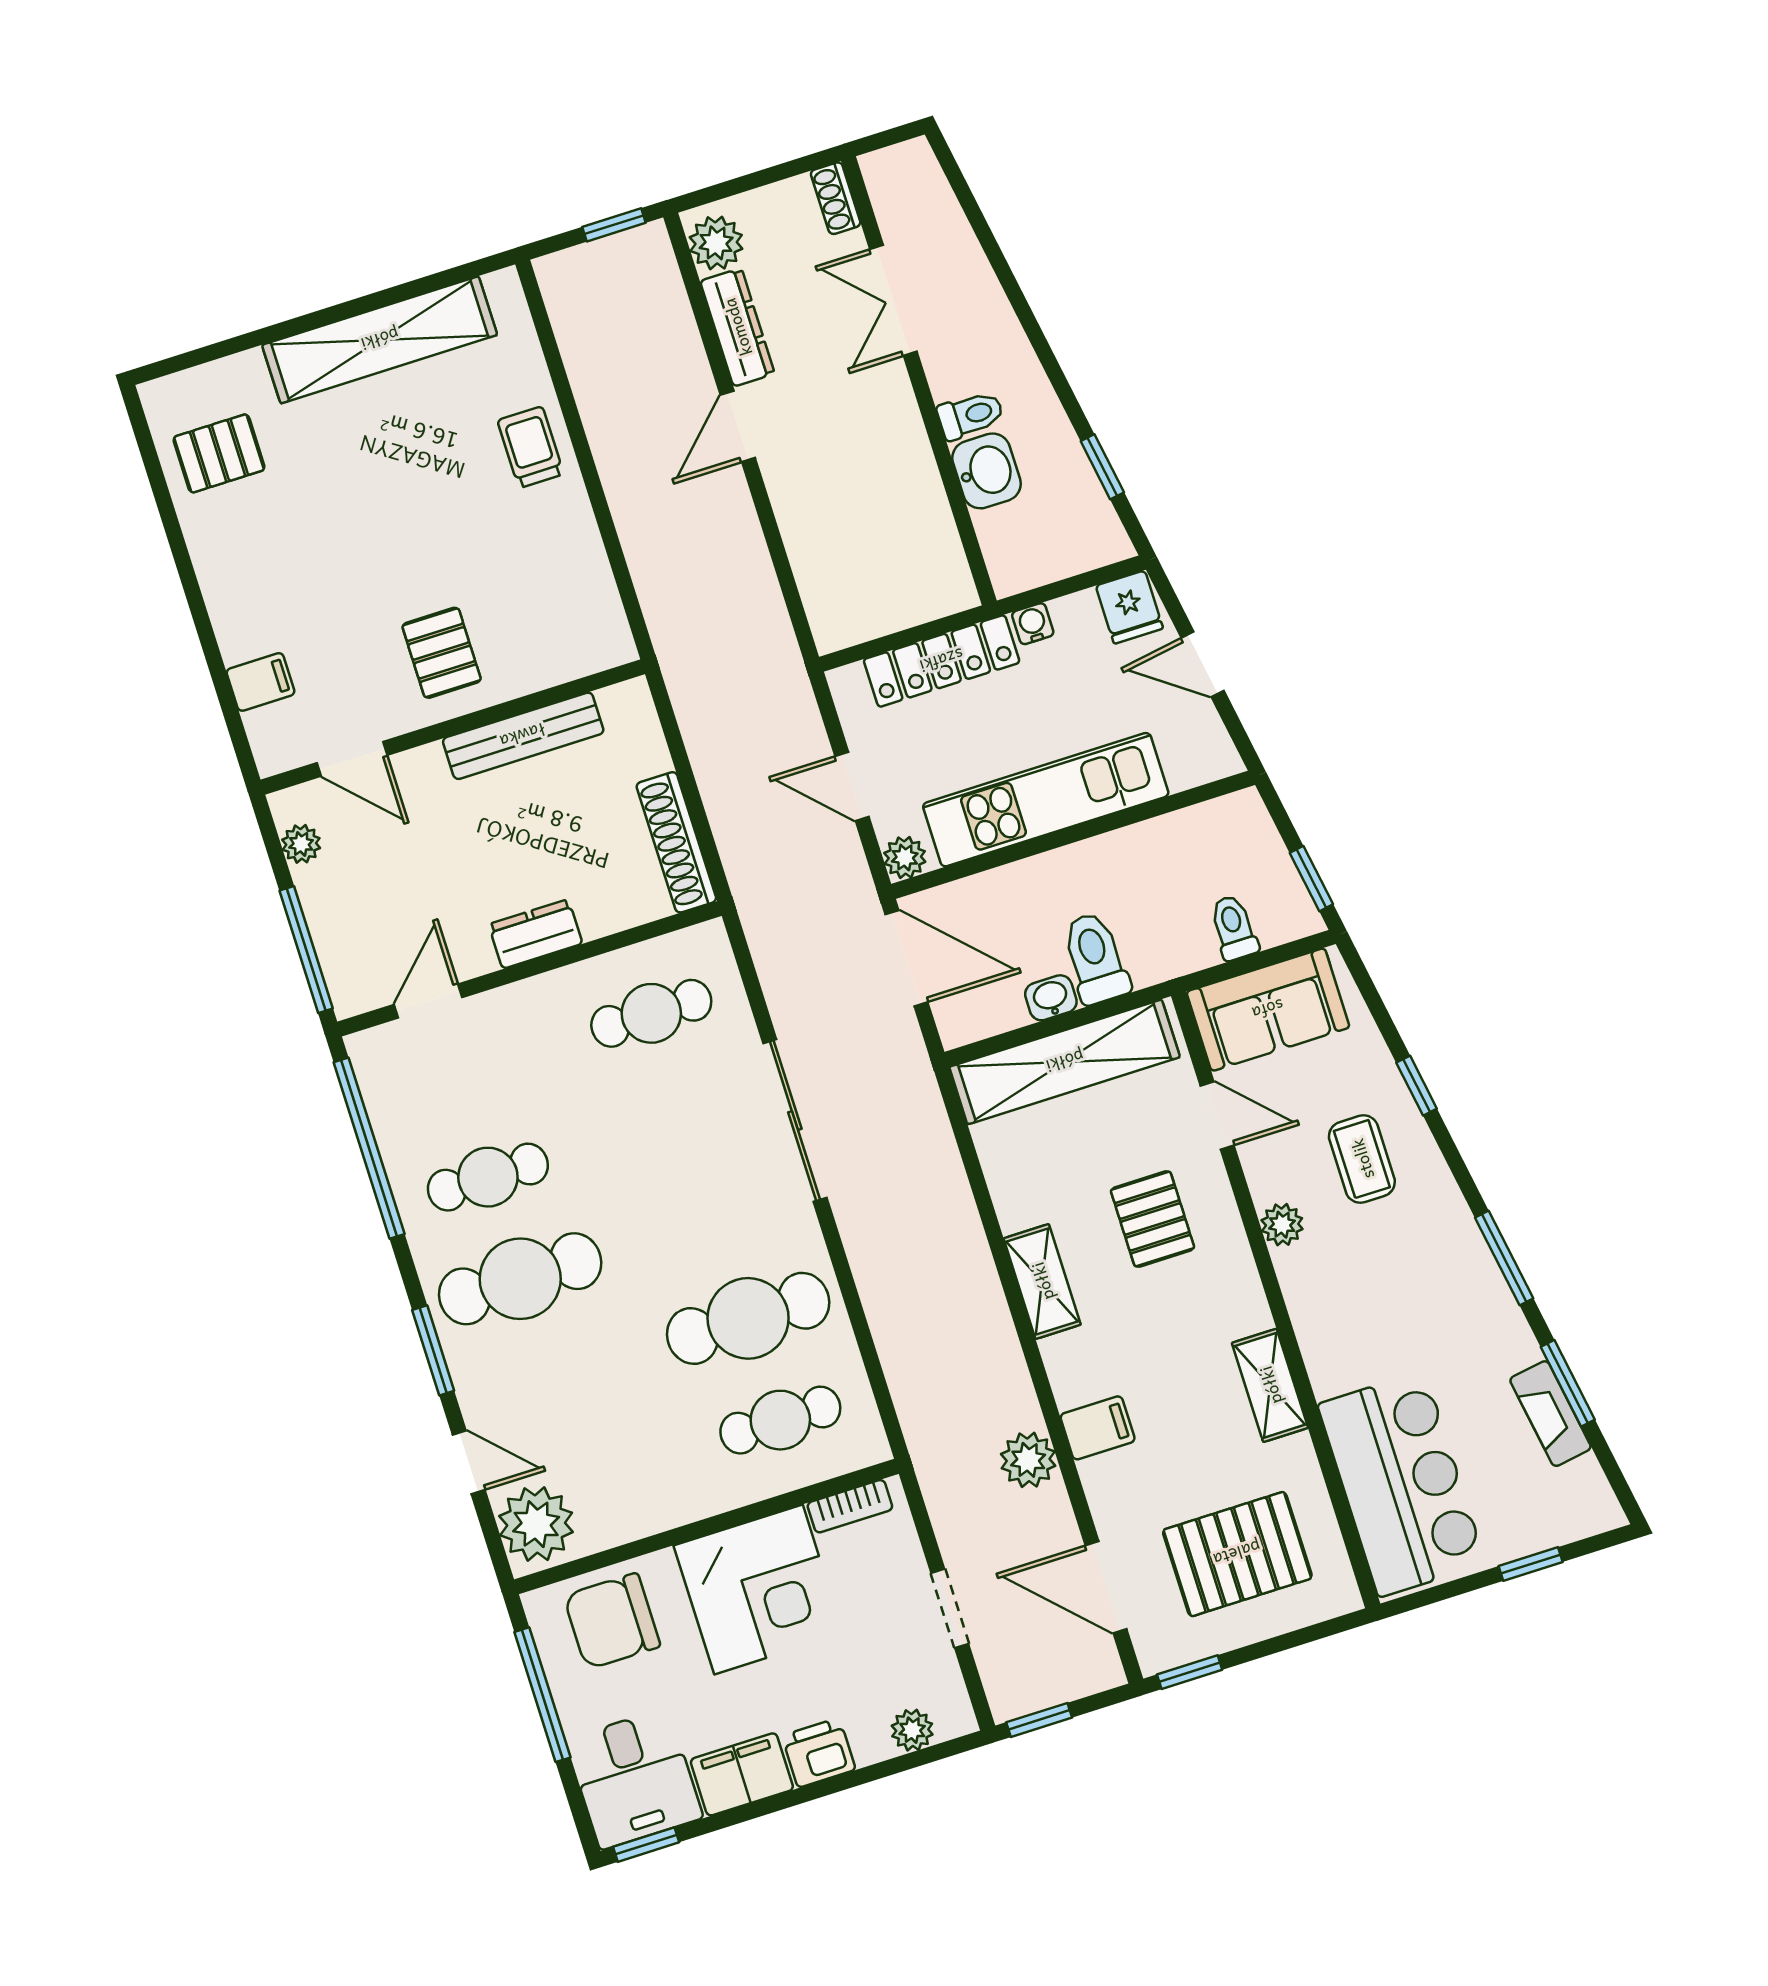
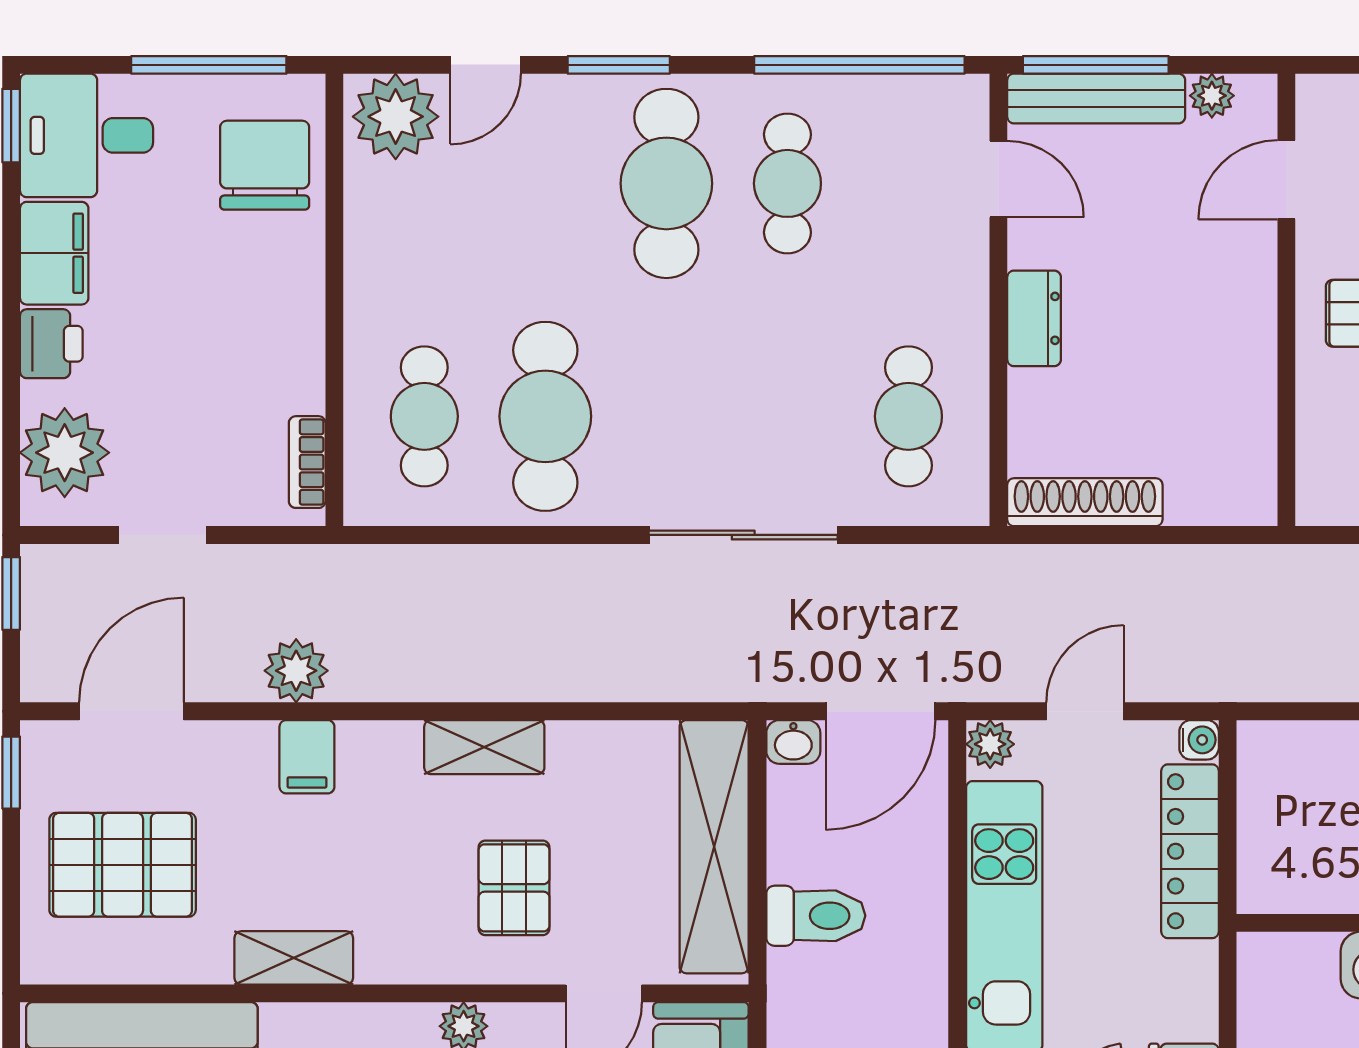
water cooler: (1033, 624) -> (1199, 740), moved
bench: (523, 736) -> (1096, 99), moved, turned 90
washbasin: (1051, 998) -> (793, 742), moved, turned 90
pallet: (1152, 1219) -> (514, 888), turned 90
pallet: (1237, 1554) -> (123, 865), turned 90
corner desk: (758, 1589) -> (249, 335), removed
plant: (912, 1730) -> (65, 453), width x1.87, depth x1.87

